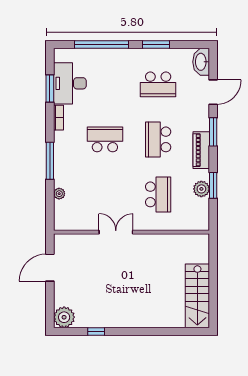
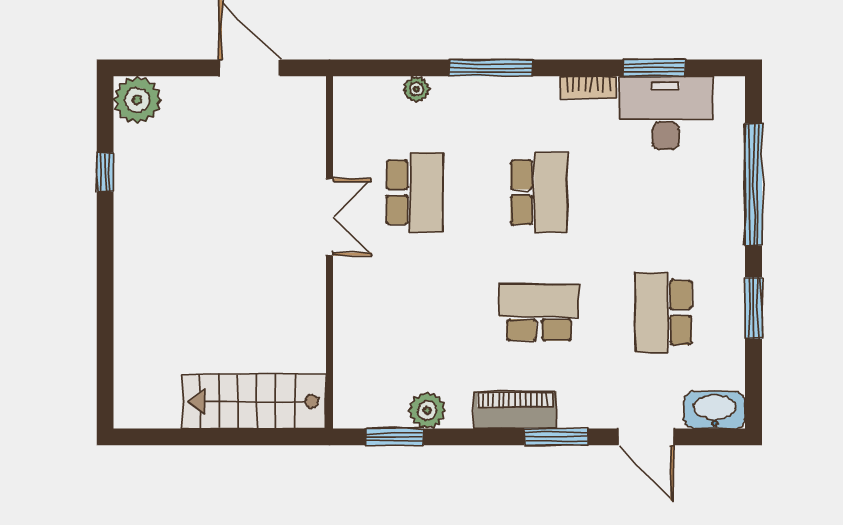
window: (213, 185) -> (395, 437), moved
school desk: (158, 194) -> (415, 192), moved, turned -90
stairs: (197, 296) -> (254, 401), moved

